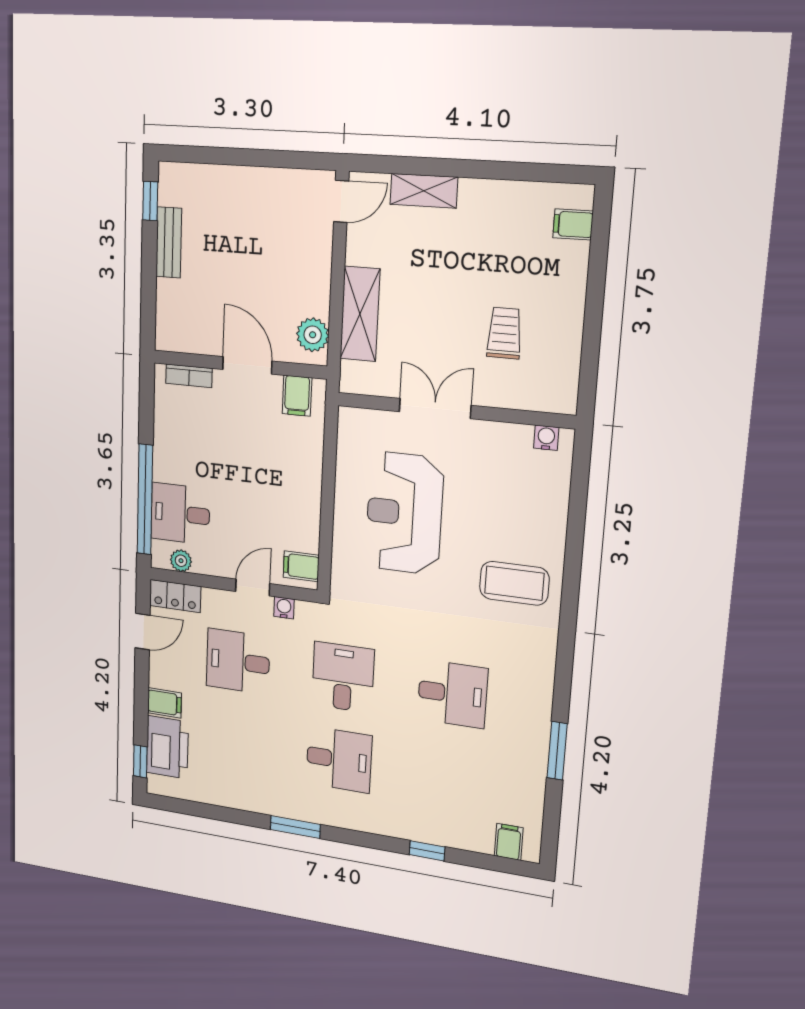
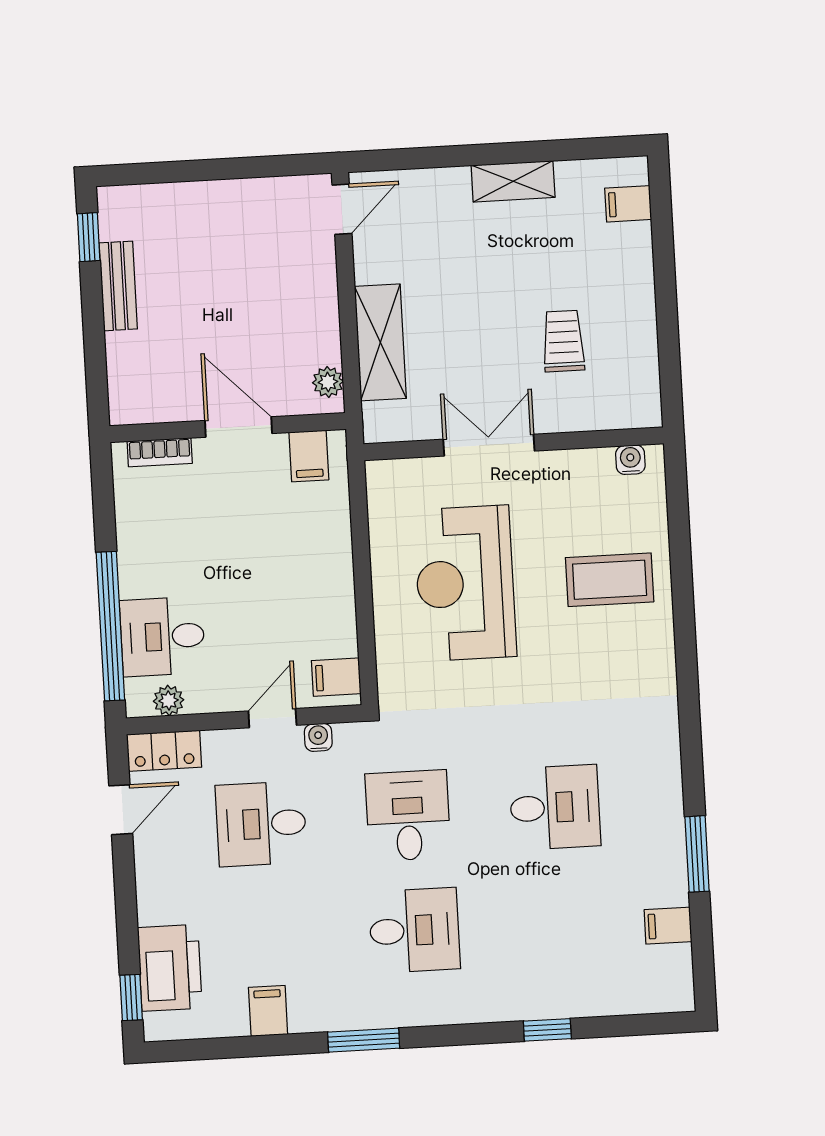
shelving: (424, 191) -> (513, 181), moved
plant: (313, 335) -> (328, 382), width x0.73, depth x0.73
coffee table: (514, 583) -> (610, 580), moved
filing cabinet: (164, 703) -> (268, 1011), moved, turned -90
filing cabinet: (509, 842) -> (668, 926), moved, turned -90

